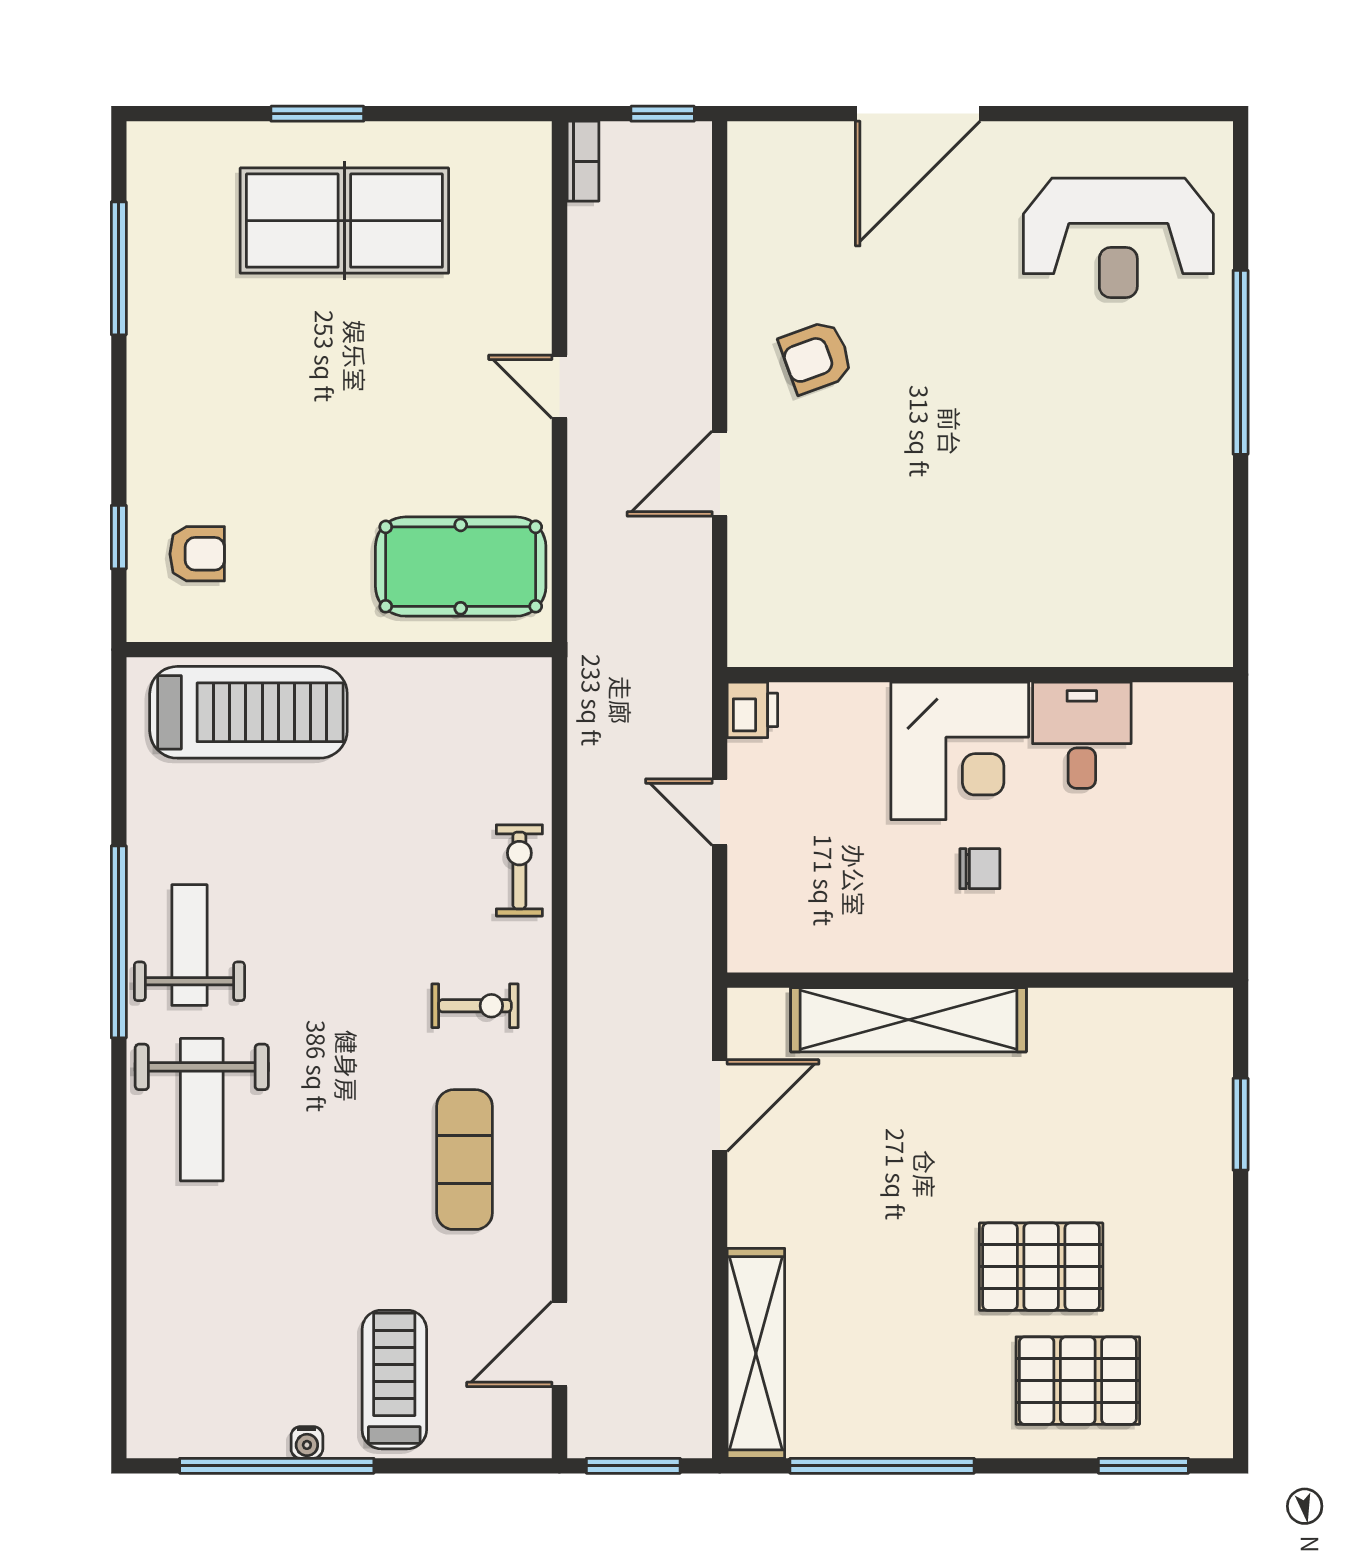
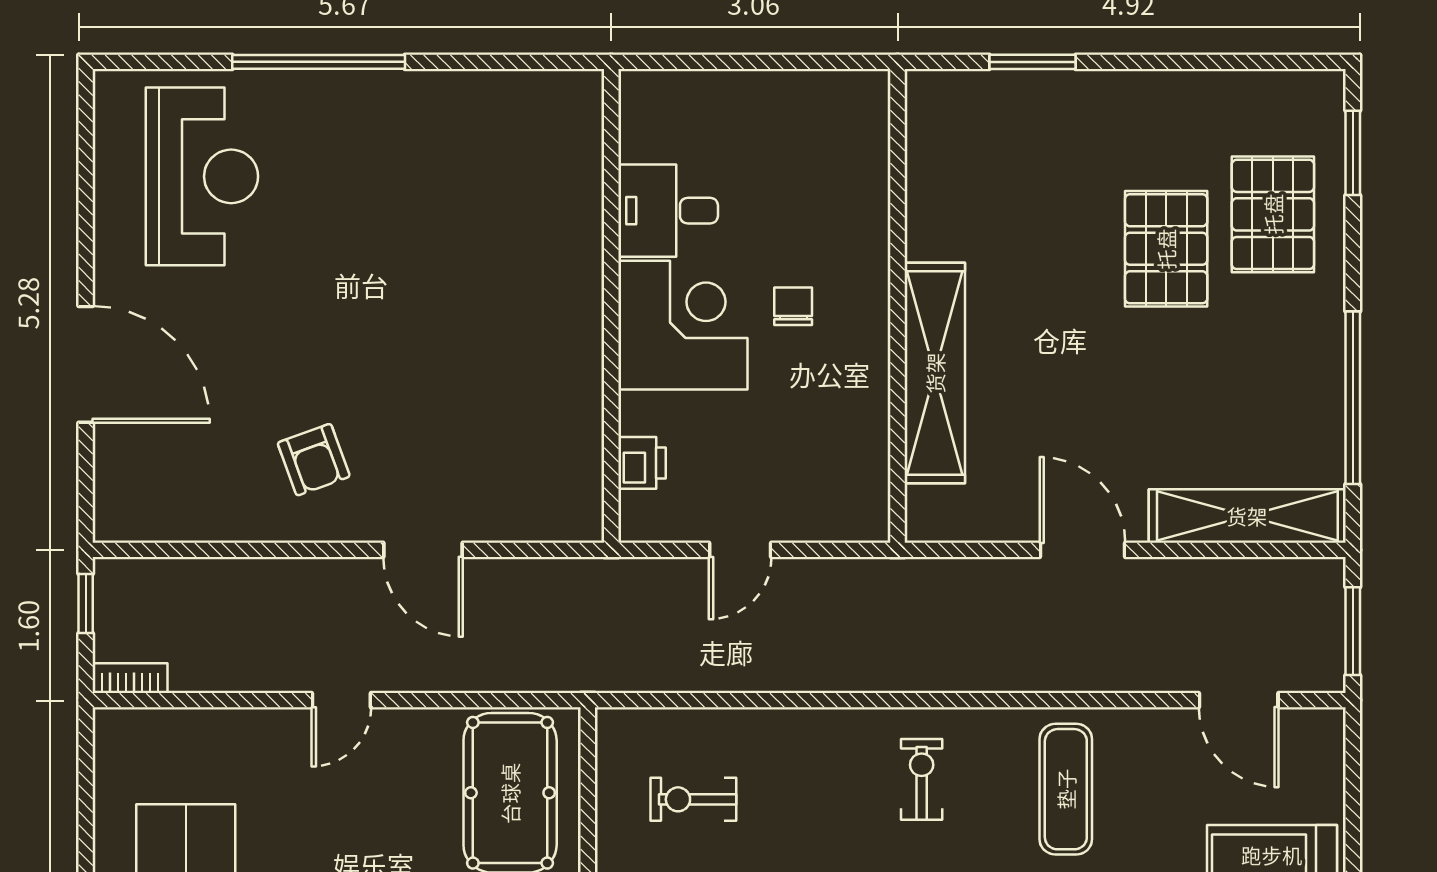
printer: (752, 710) -> (642, 463), moved, turned 90
exercise bike: (519, 870) -> (693, 799), moved
door: (720, 1106) -> (1083, 550), moved
exercise mat: (464, 1160) -> (1066, 789), turned 90

